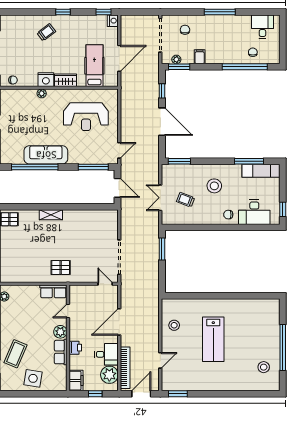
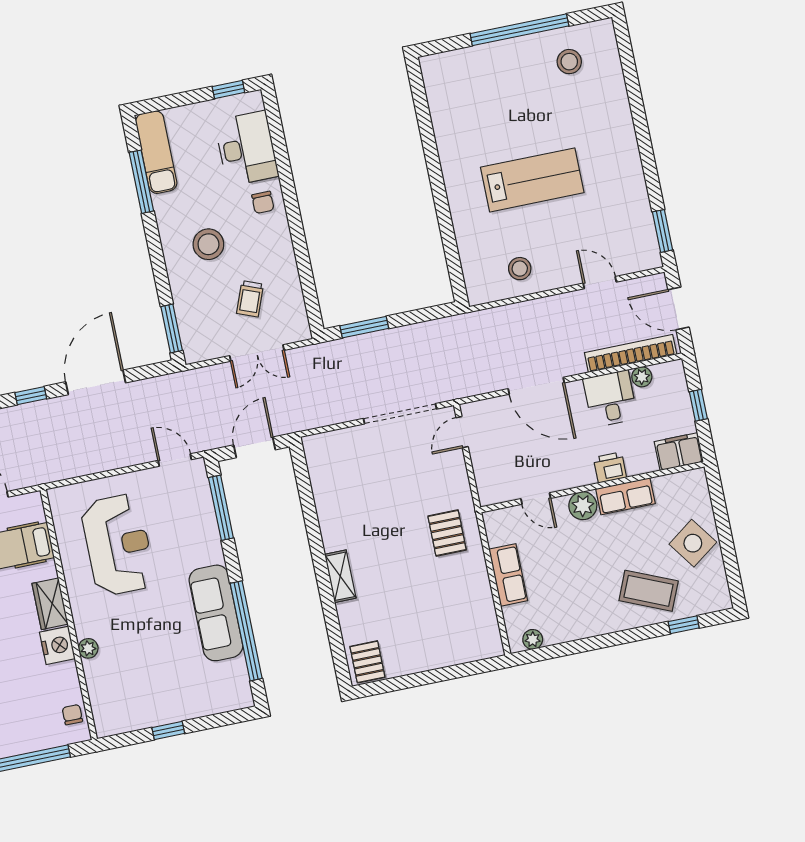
row of seats: (53, 291) -> (508, 575), moved
plant: (109, 375) -> (642, 377), width x0.53, depth x0.53
side table: (33, 378) -> (693, 543), turned 45

